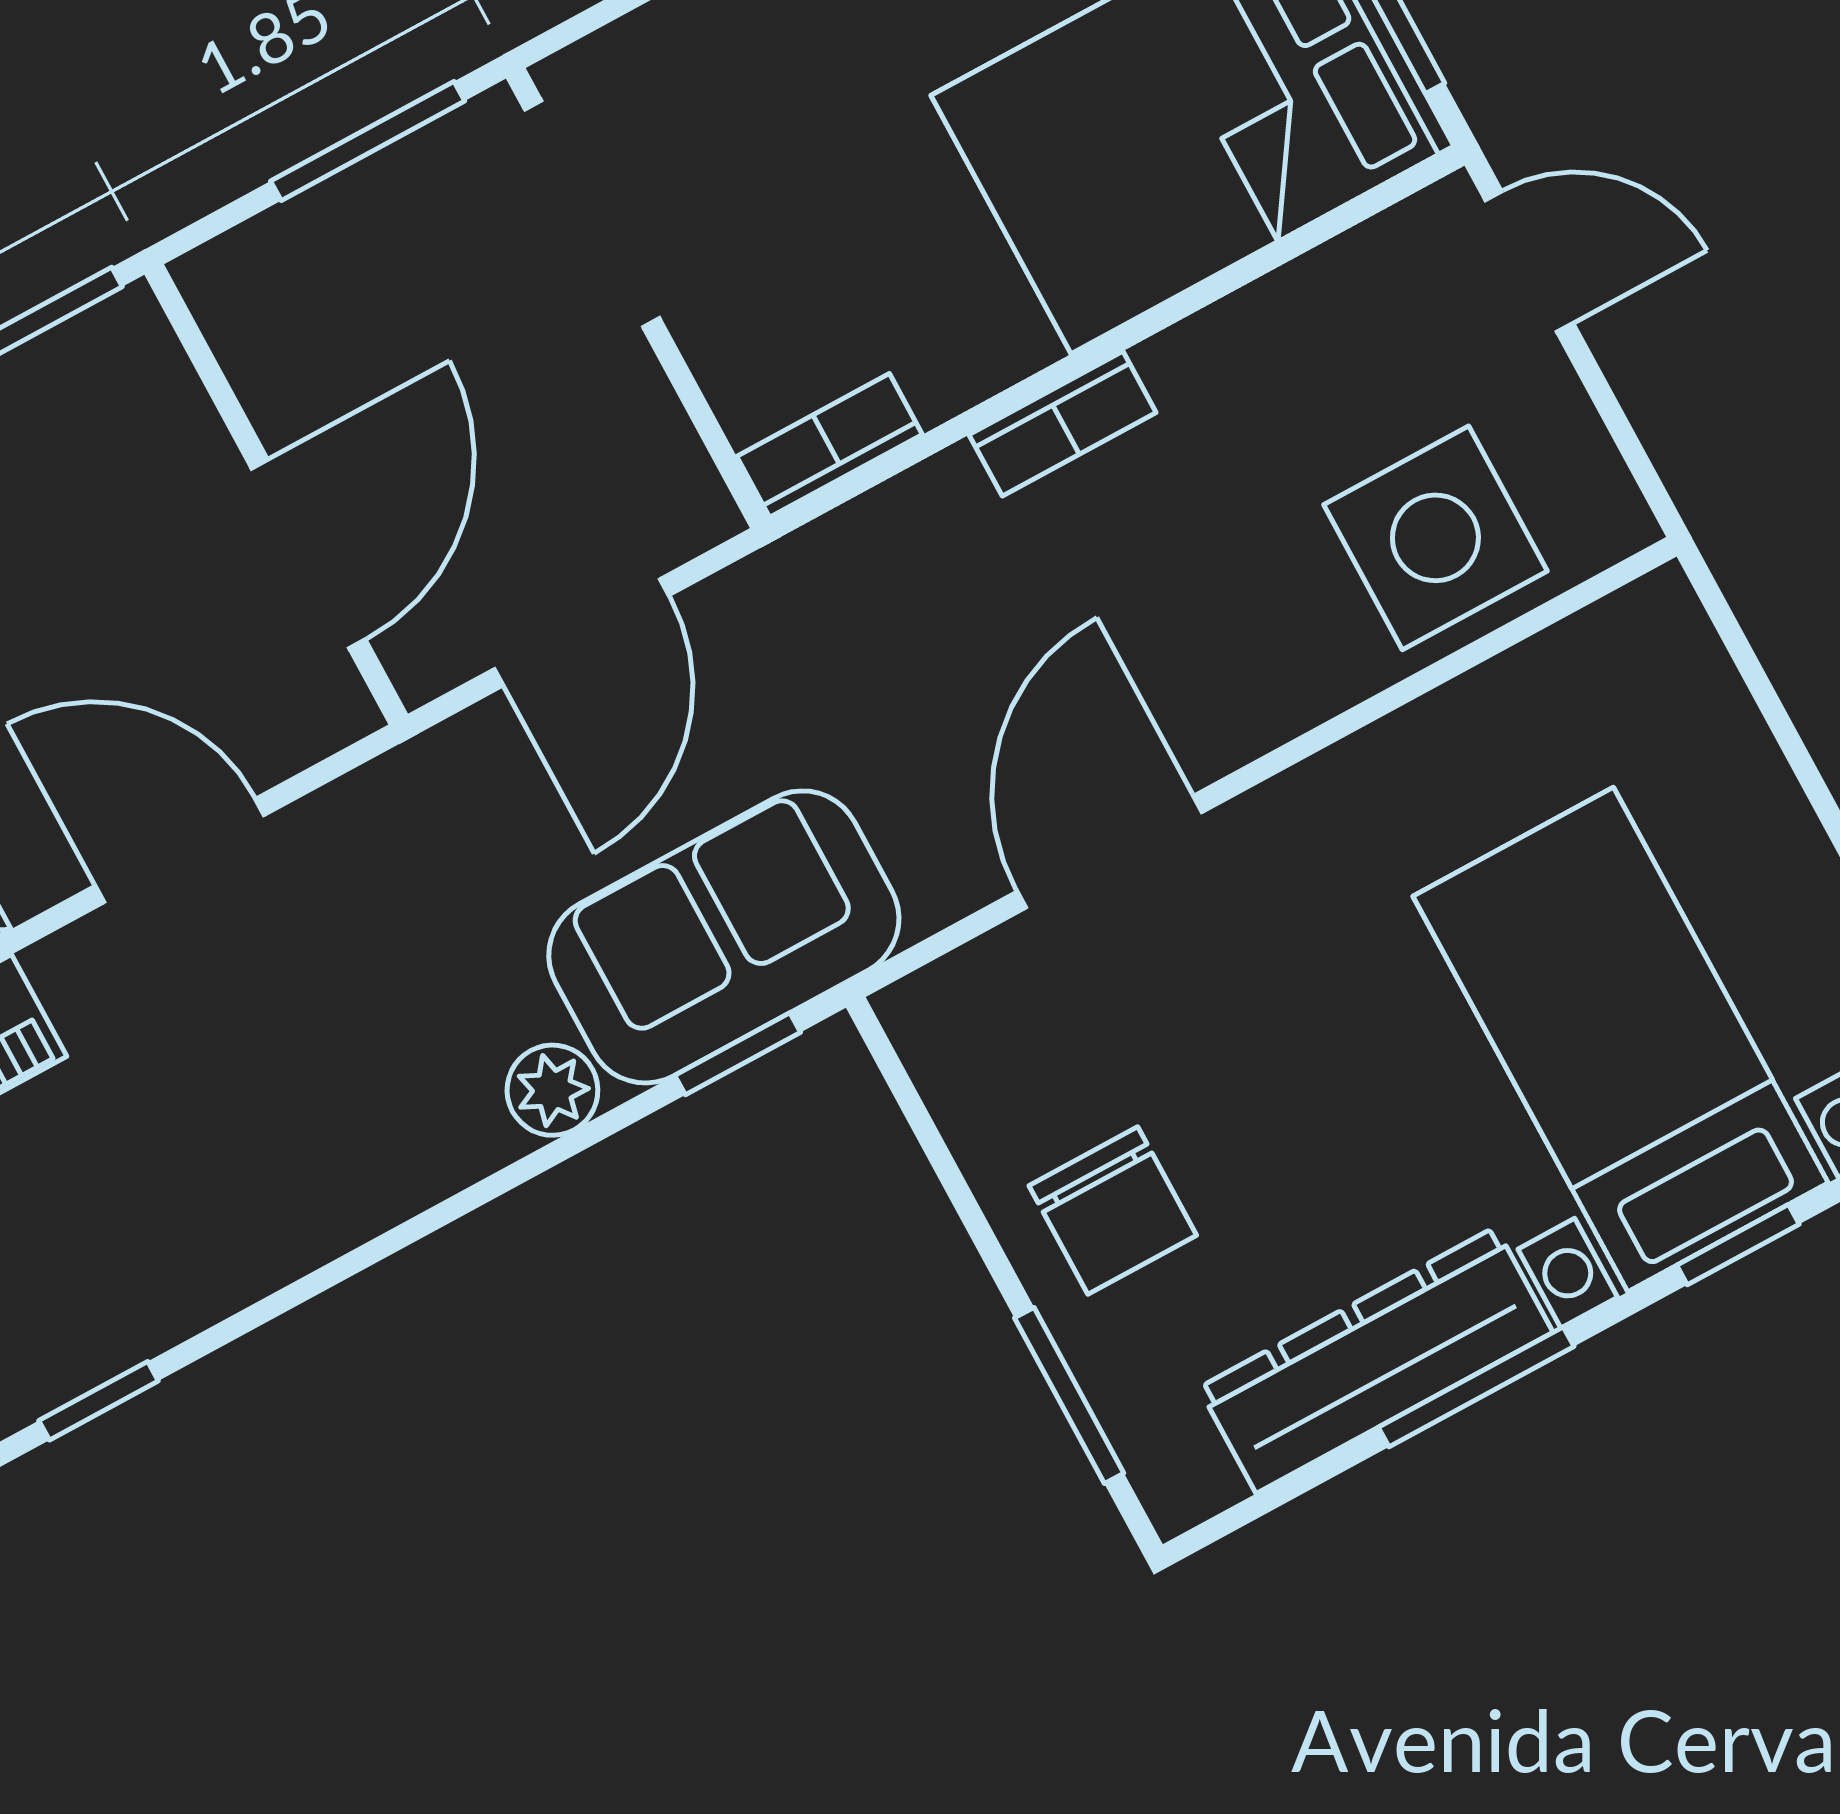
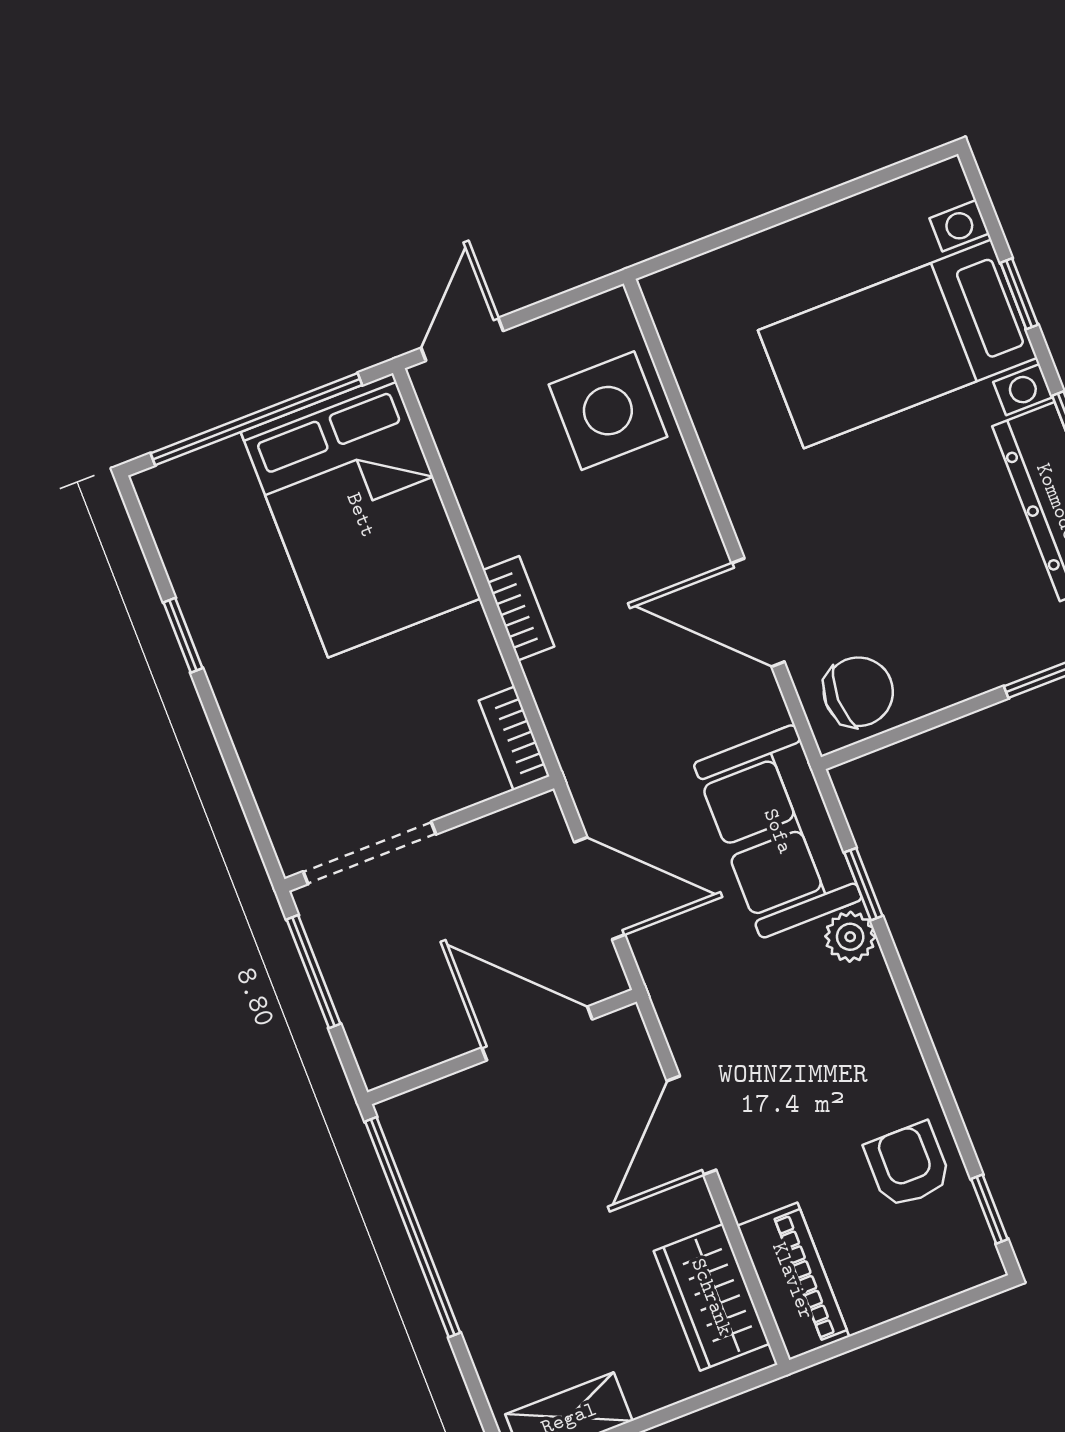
window: (738, 1054) -> (863, 884), moved
chair: (1113, 1211) -> (858, 692), moved
armchair: (159, 1245) -> (908, 1165), added

